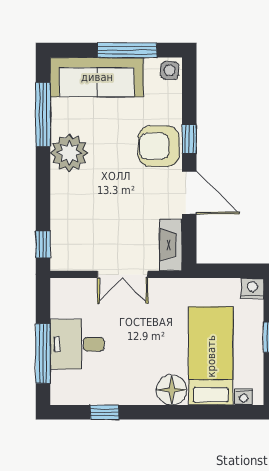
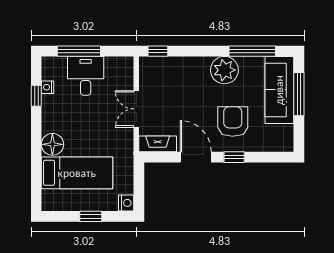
window: (127, 50) -> (299, 94), moved
side table: (170, 70) -> (284, 143), removed
armchair: (159, 146) -> (233, 122), moved
door: (189, 193) -> (196, 157), swing flipped
nightstand: (244, 397) -> (48, 87), moved

